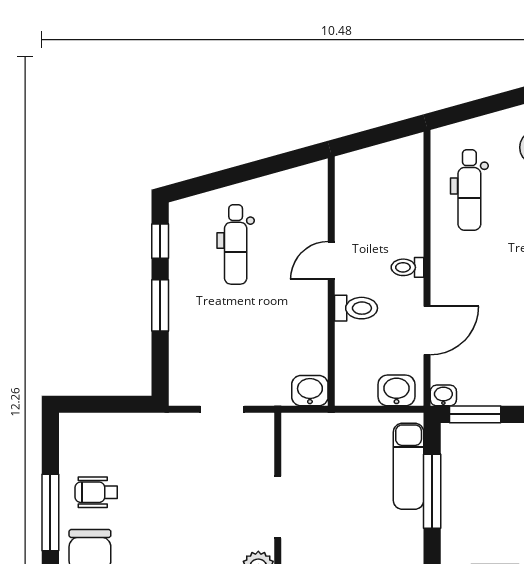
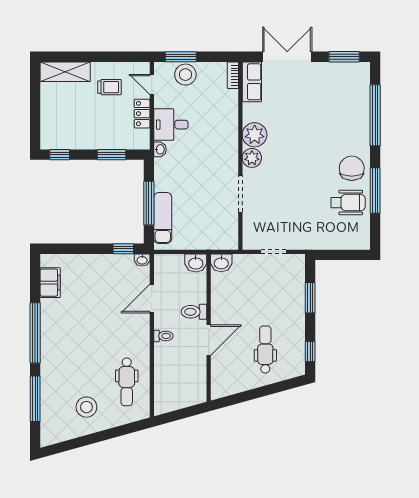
dental chair: (469, 190) -> (127, 382), turned 180
door: (331, 260) -> (209, 340), width x1.38
window: (160, 305) -> (310, 298), moved
washbasin: (396, 390) -> (196, 263), moved
window: (475, 414) -> (123, 249), width x0.67
wheelchair: (96, 492) -> (348, 203), width x1.36, depth x1.37

